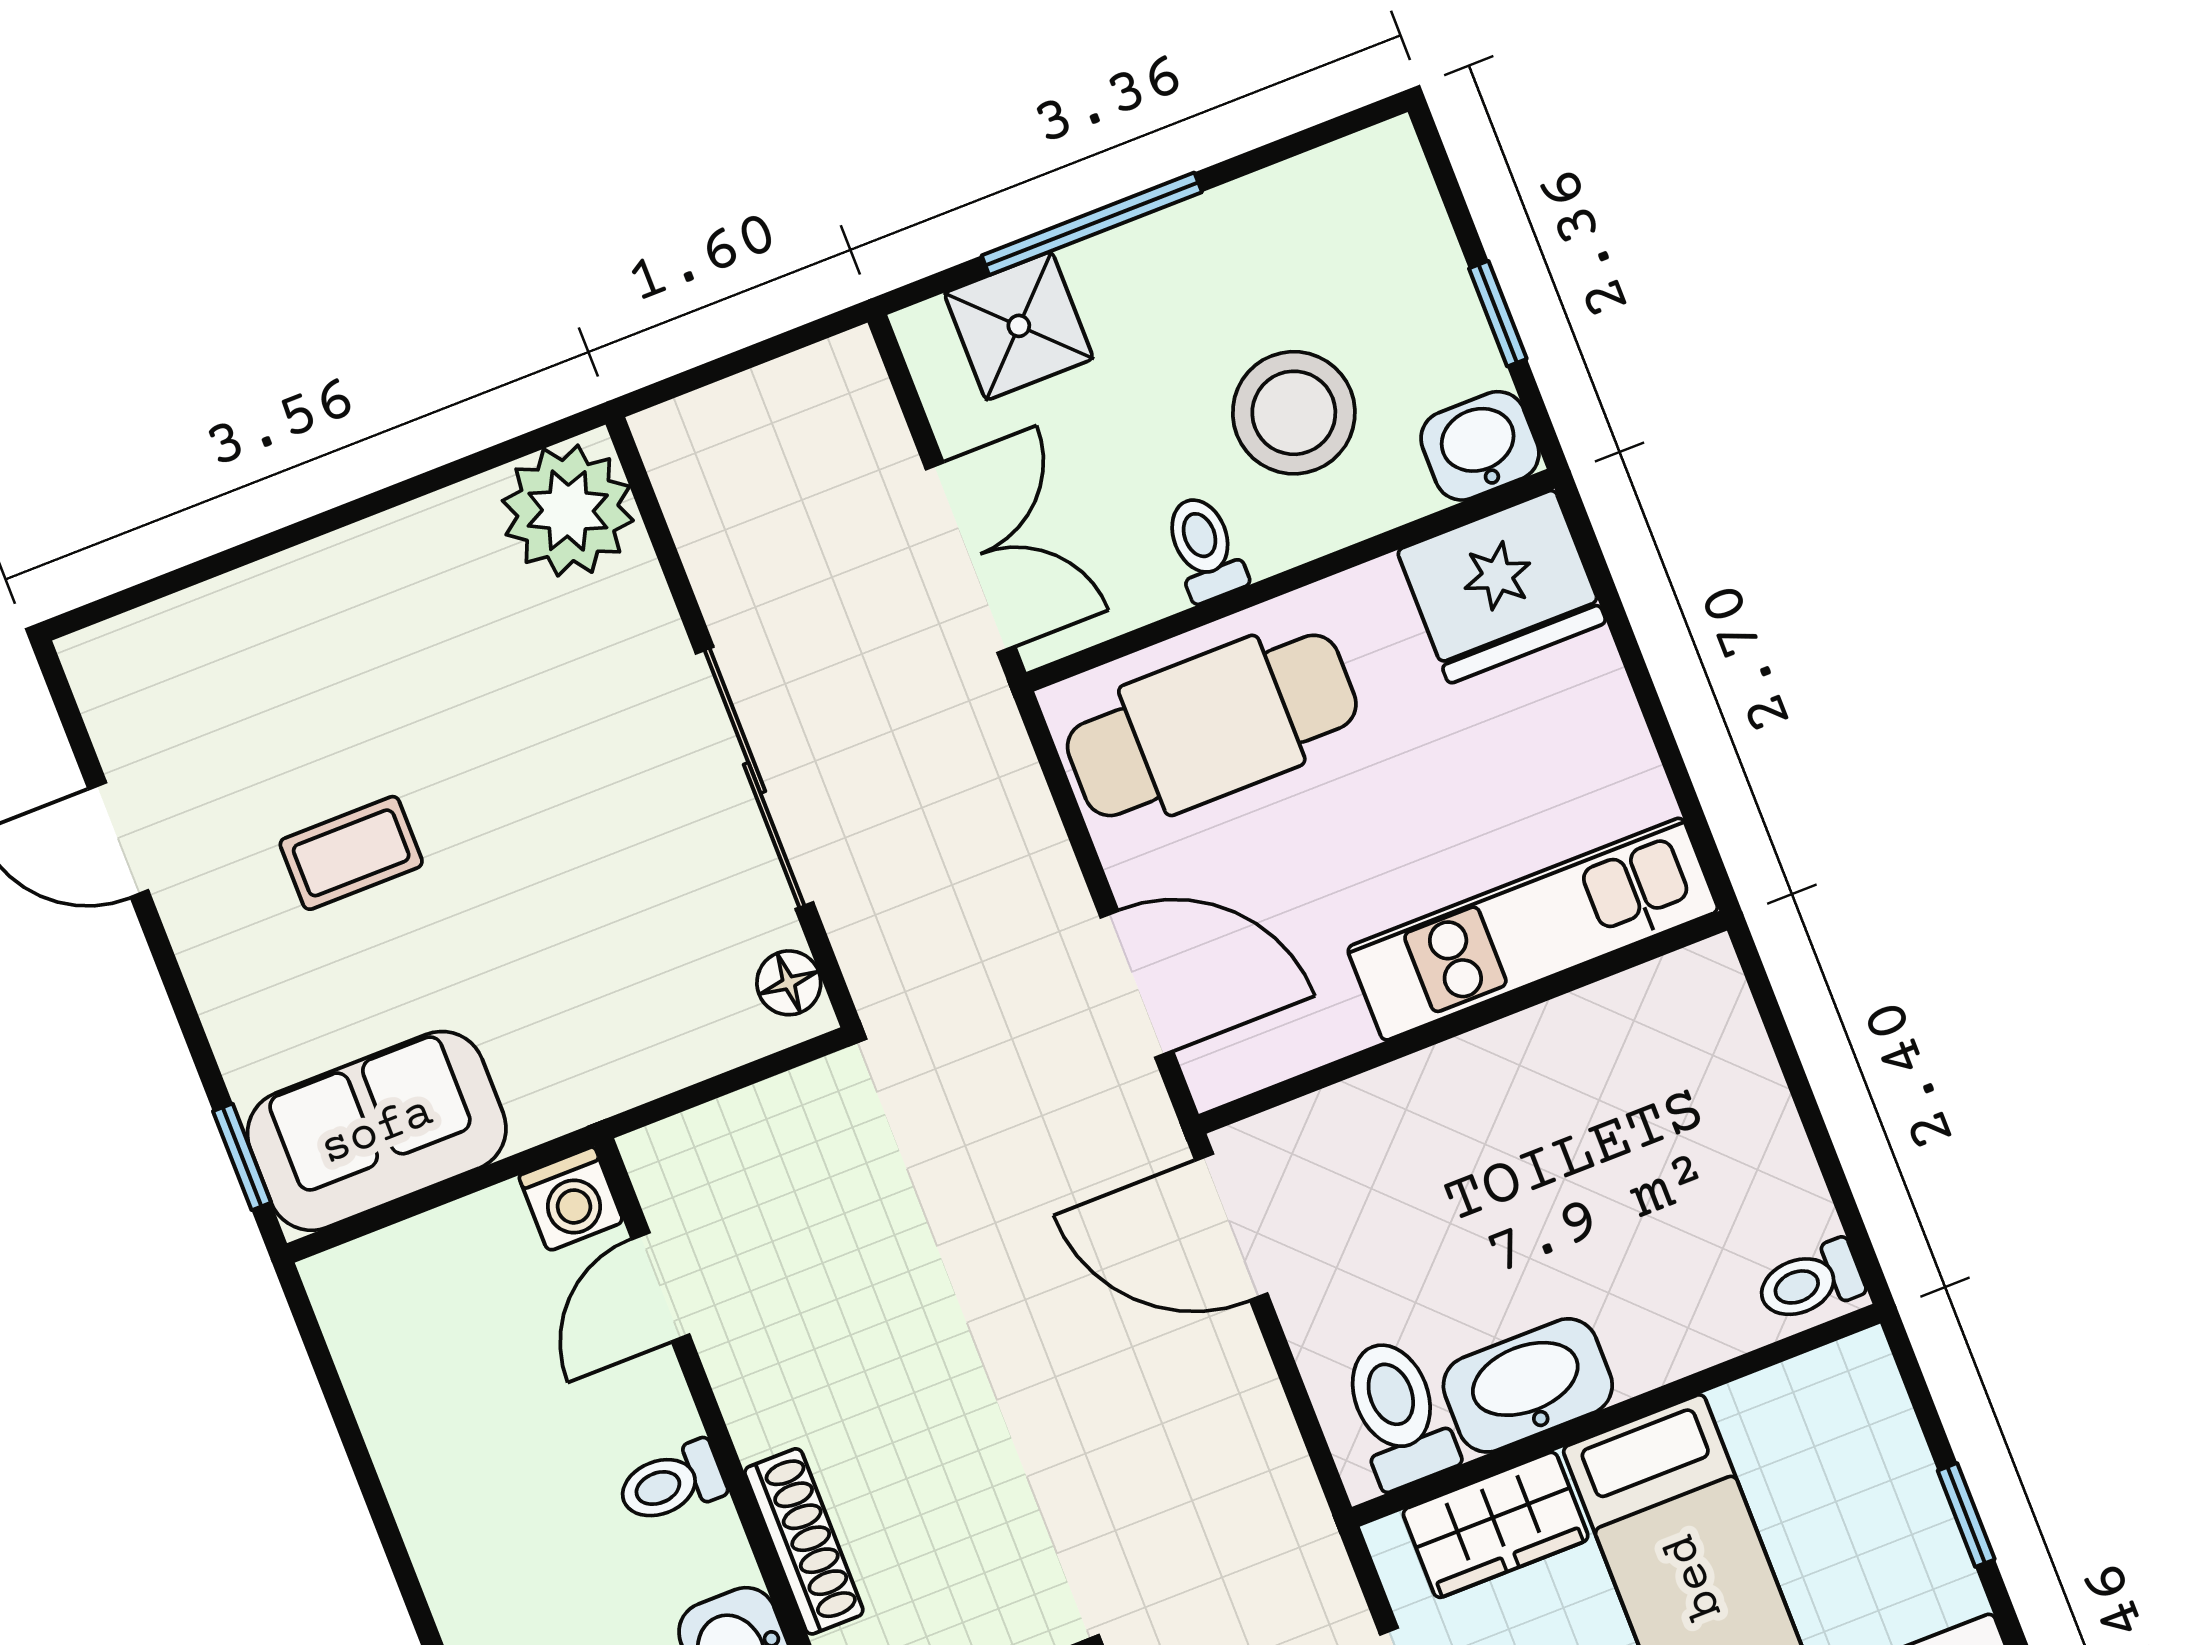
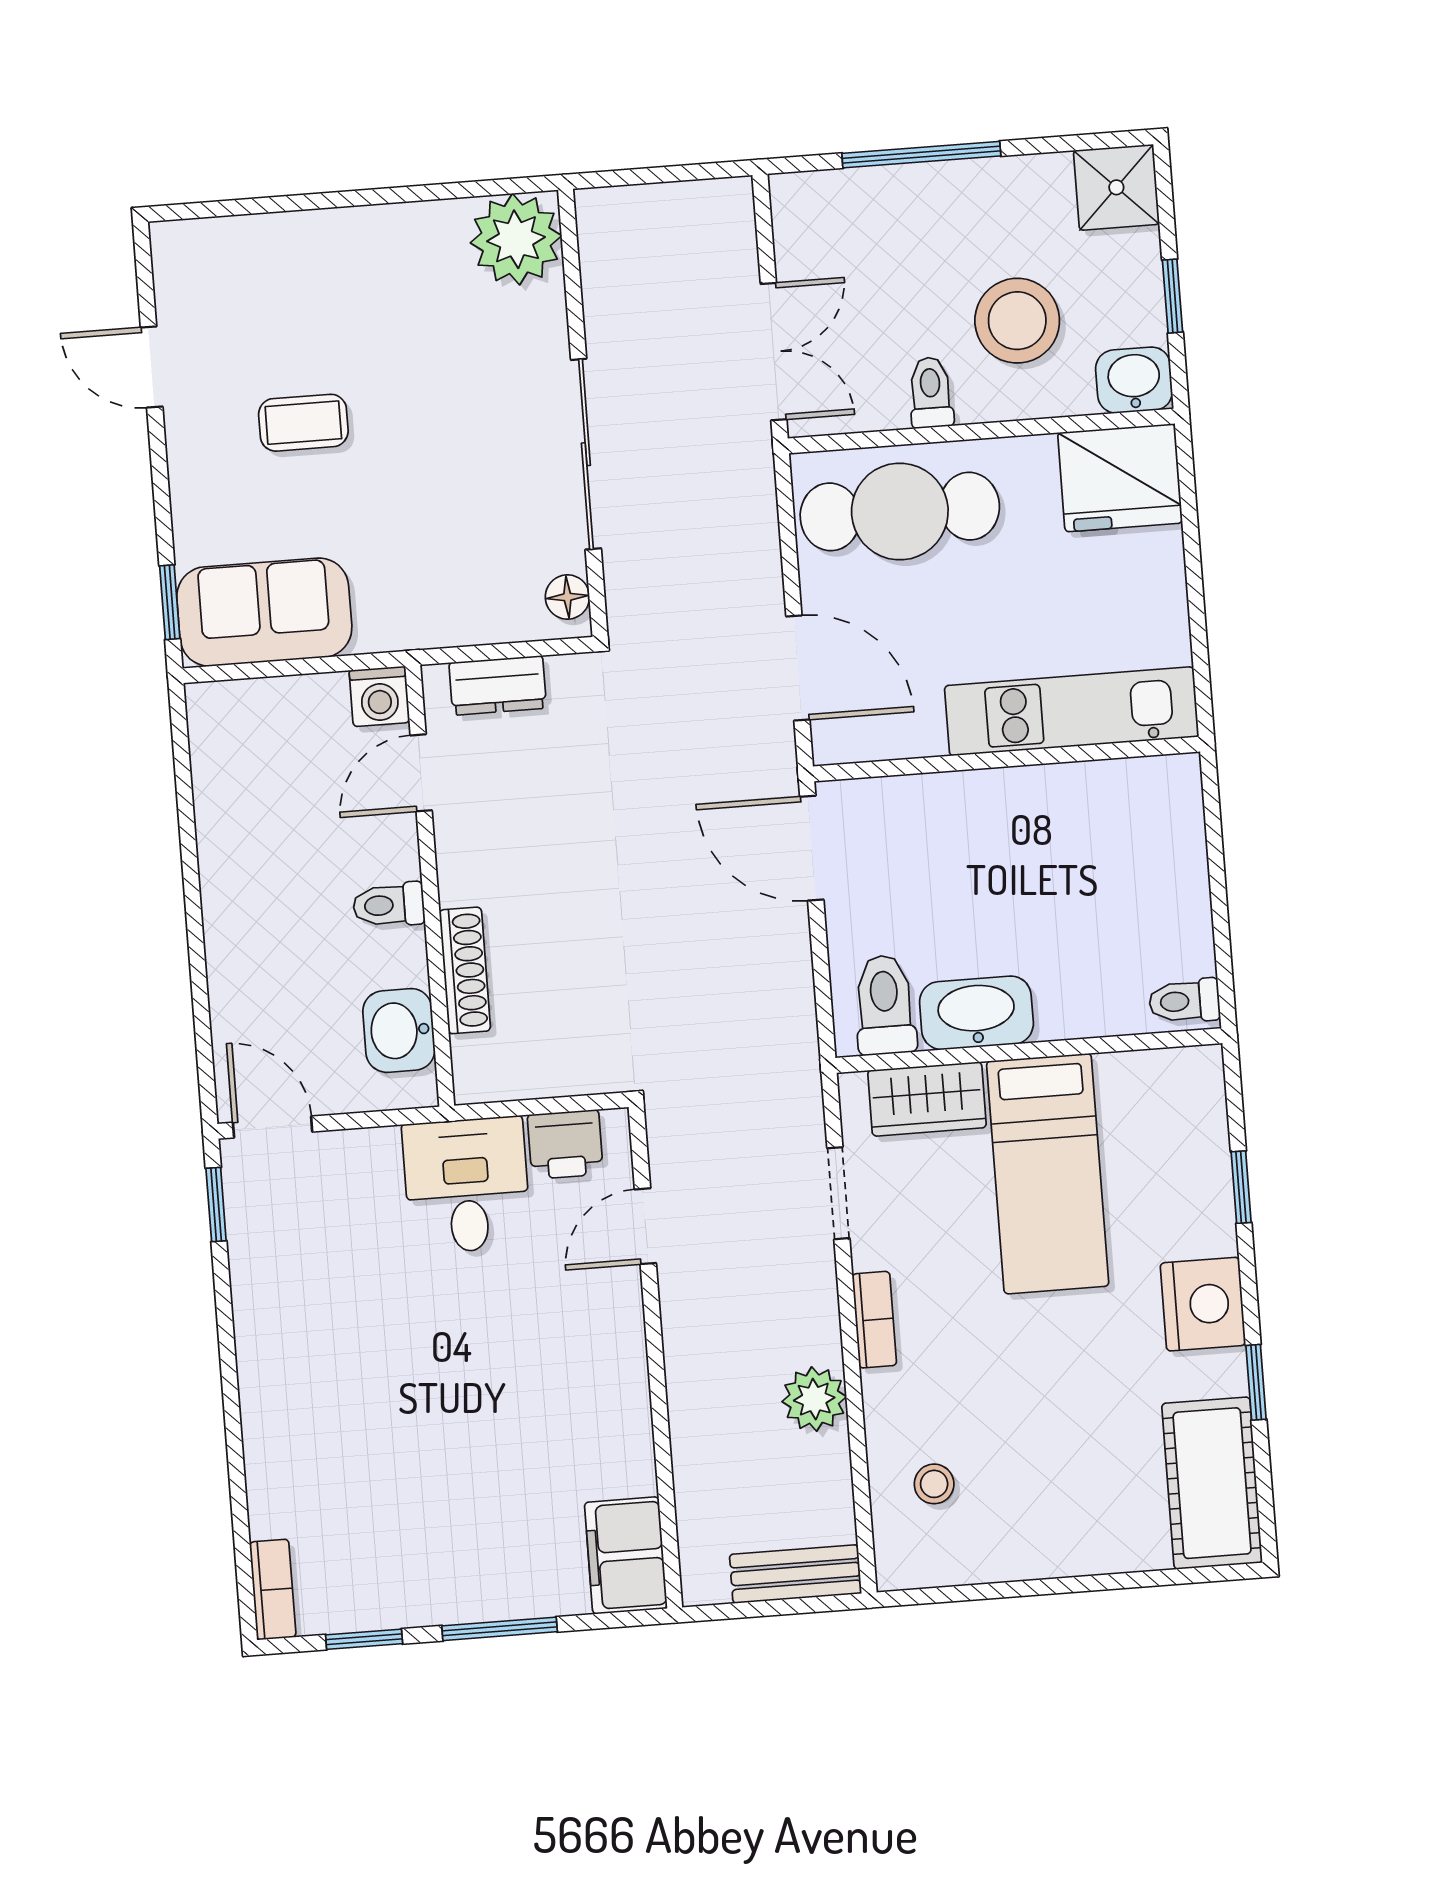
shower: (1019, 326) -> (1116, 187), moved
dresser: (730, 1134) -> (498, 685), added

